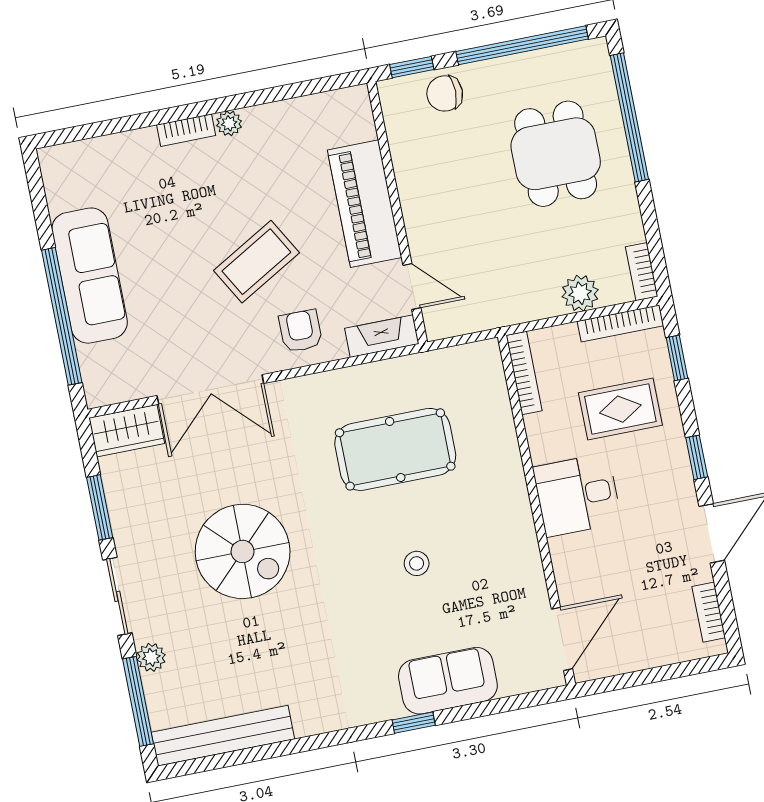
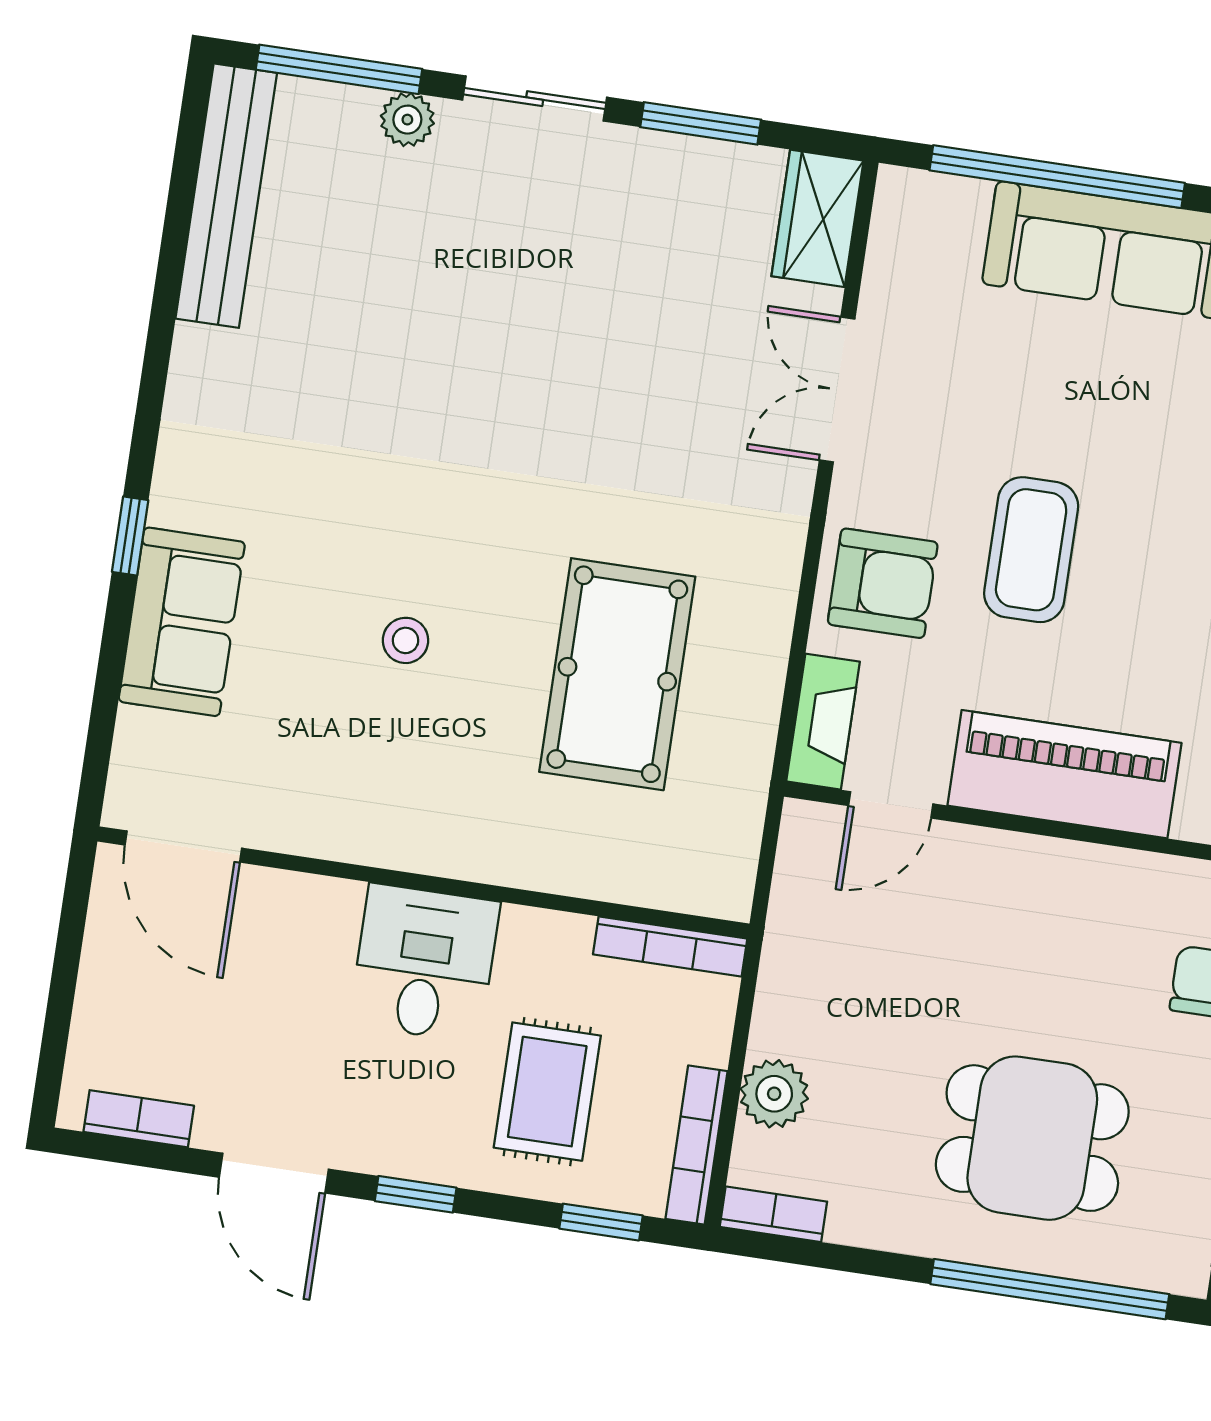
coffee table: (256, 262) -> (1031, 550), turned 30
armchair: (301, 331) -> (883, 583), width x1.38, depth x1.38
double door: (210, 389) -> (837, 390), width x0.73
spiral stairs: (243, 551) -> (535, 345), removed

